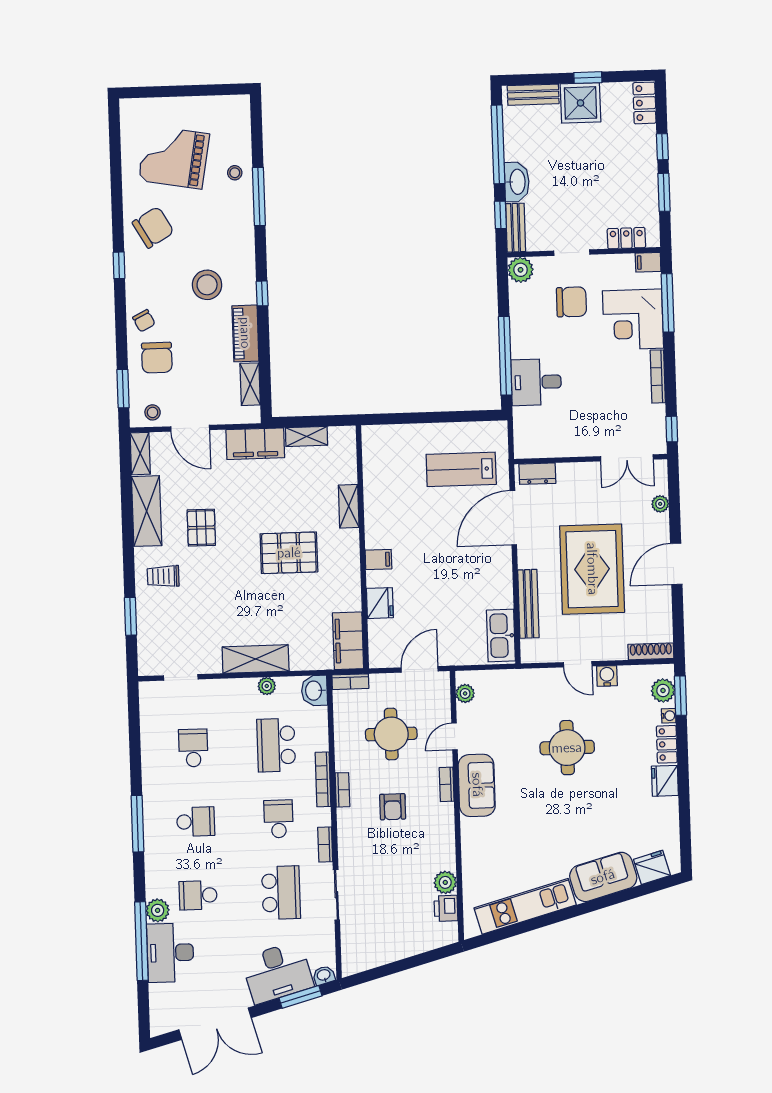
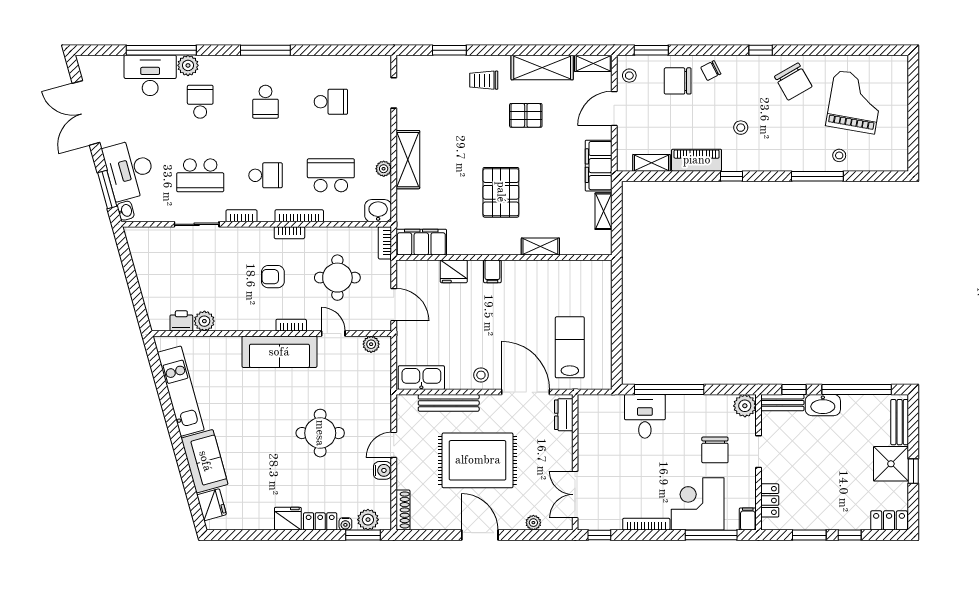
stool: (207, 285) -> (741, 128), width x0.53, depth x0.53
stool: (496, 568) -> (481, 375), added
trolley: (163, 576) -> (484, 80), turned -90
sofa: (477, 785) -> (279, 352), width x1.36

